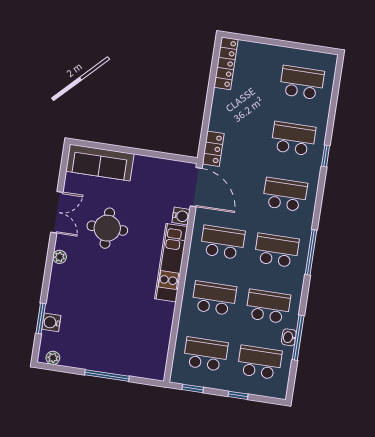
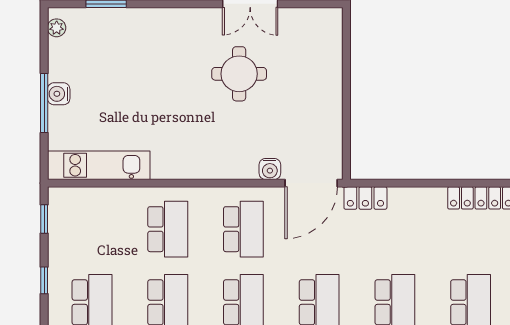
sofa: (100, 163) -> (325, 51), removed
plant: (60, 257) -> (192, 16), removed
kitchen unit: (171, 263) -> (99, 165), moved
water cooler: (51, 322) -> (59, 94), moved, turned -90
school desk: (206, 354) -> (92, 229), removed

